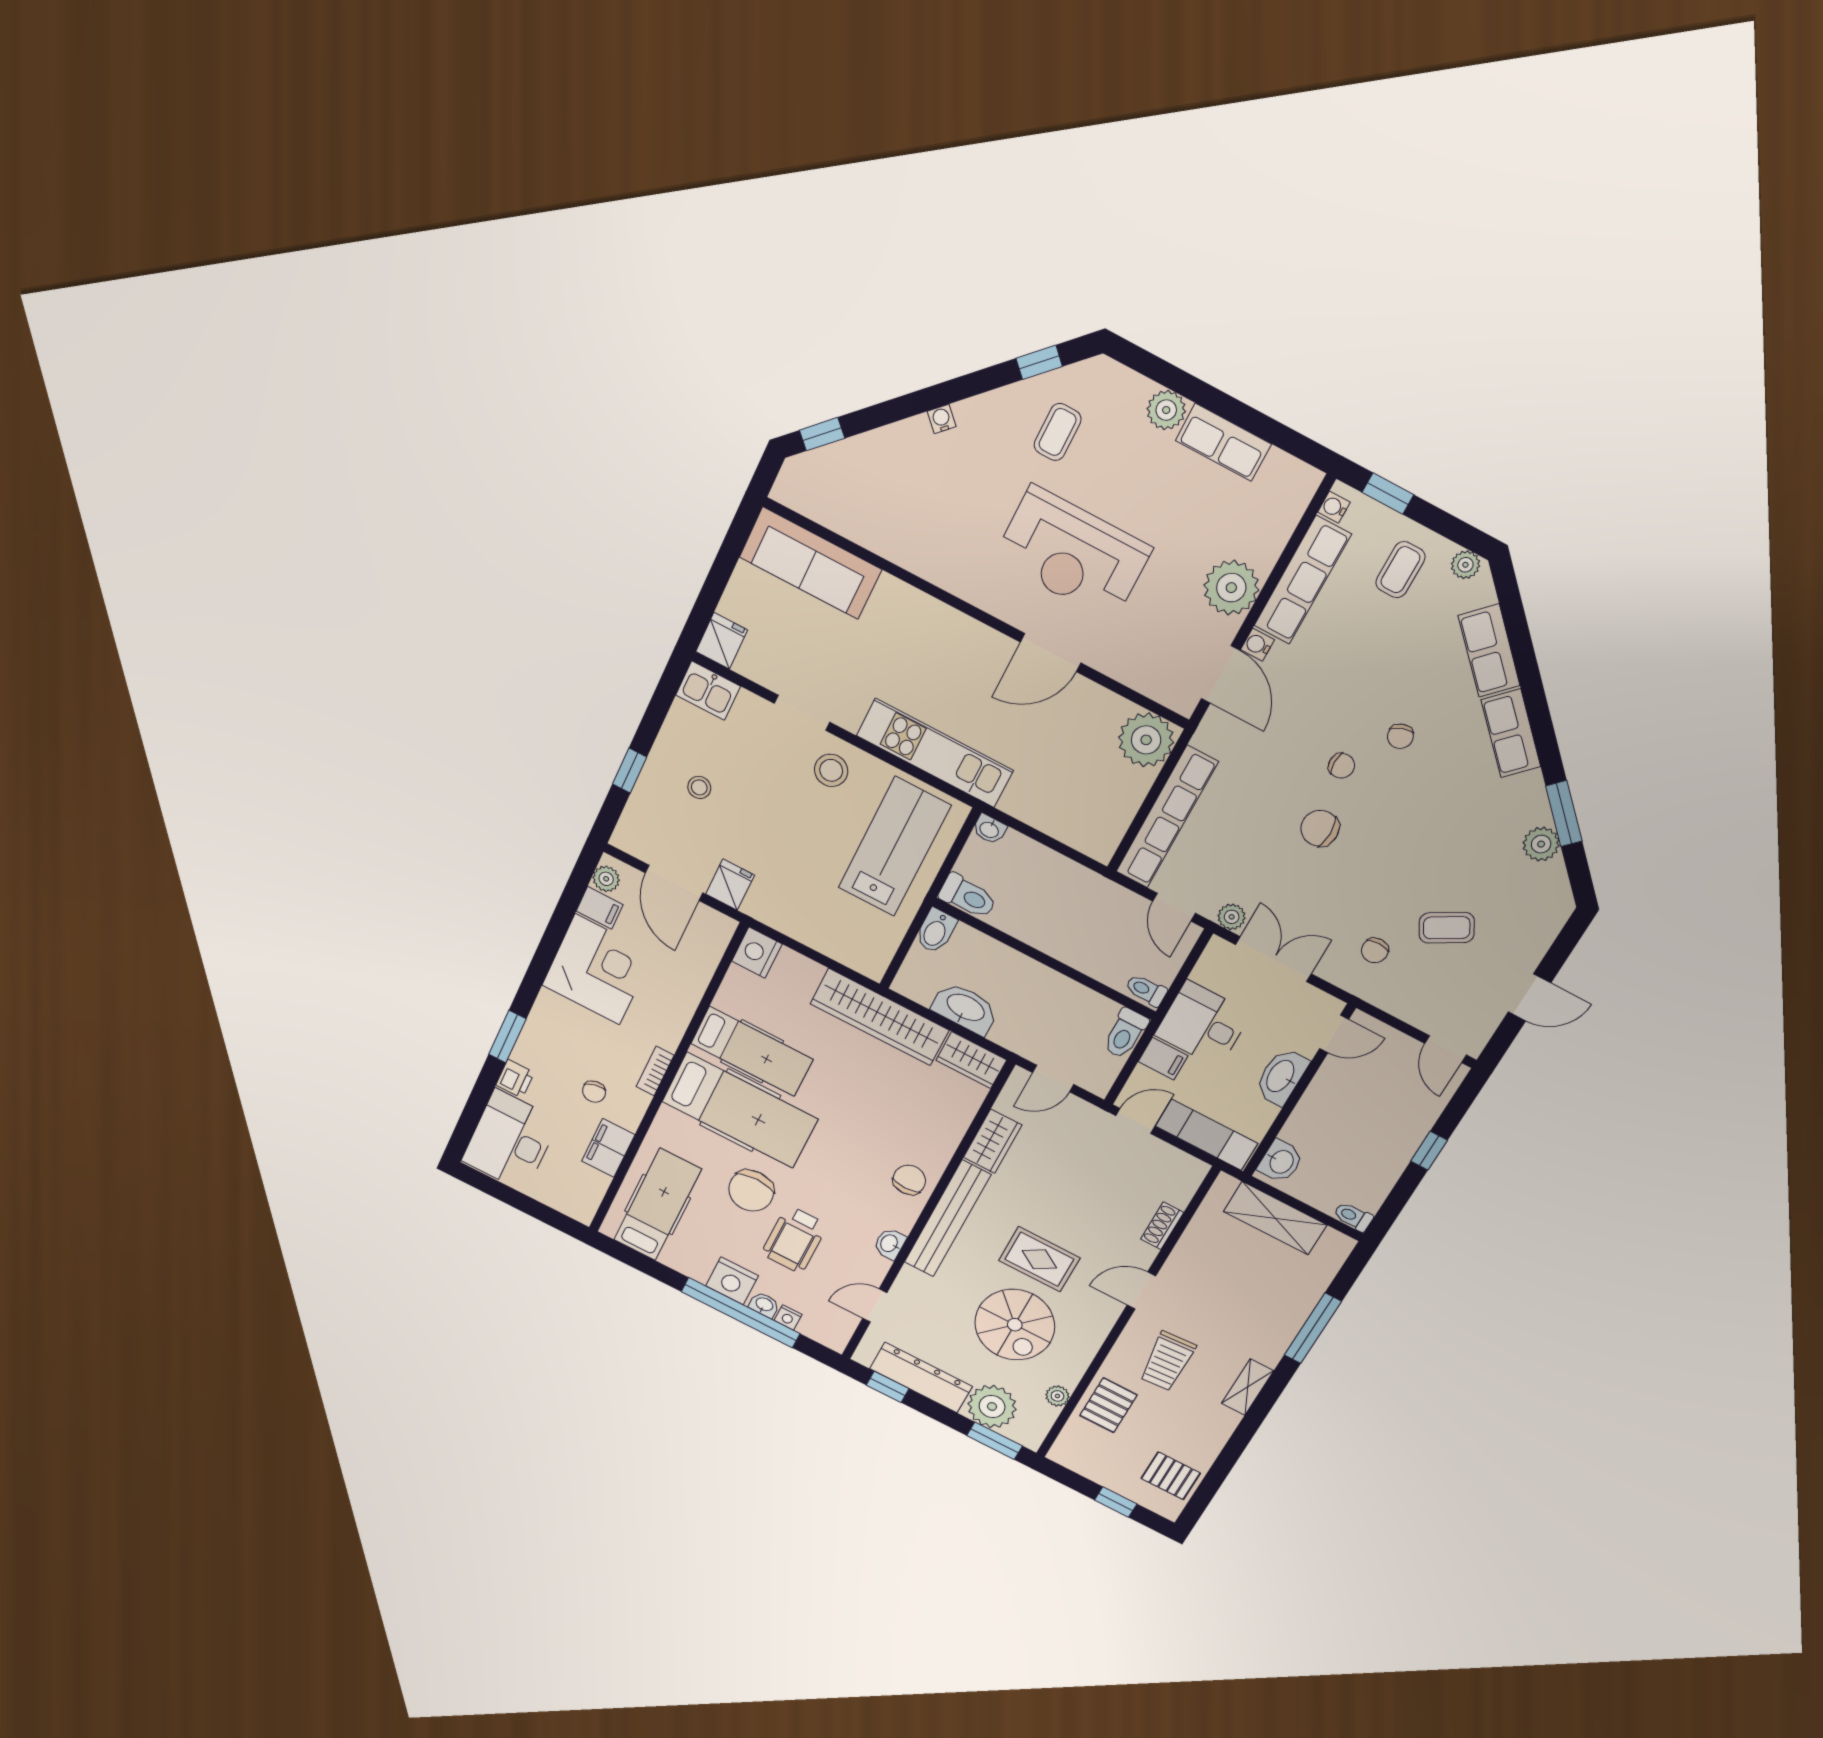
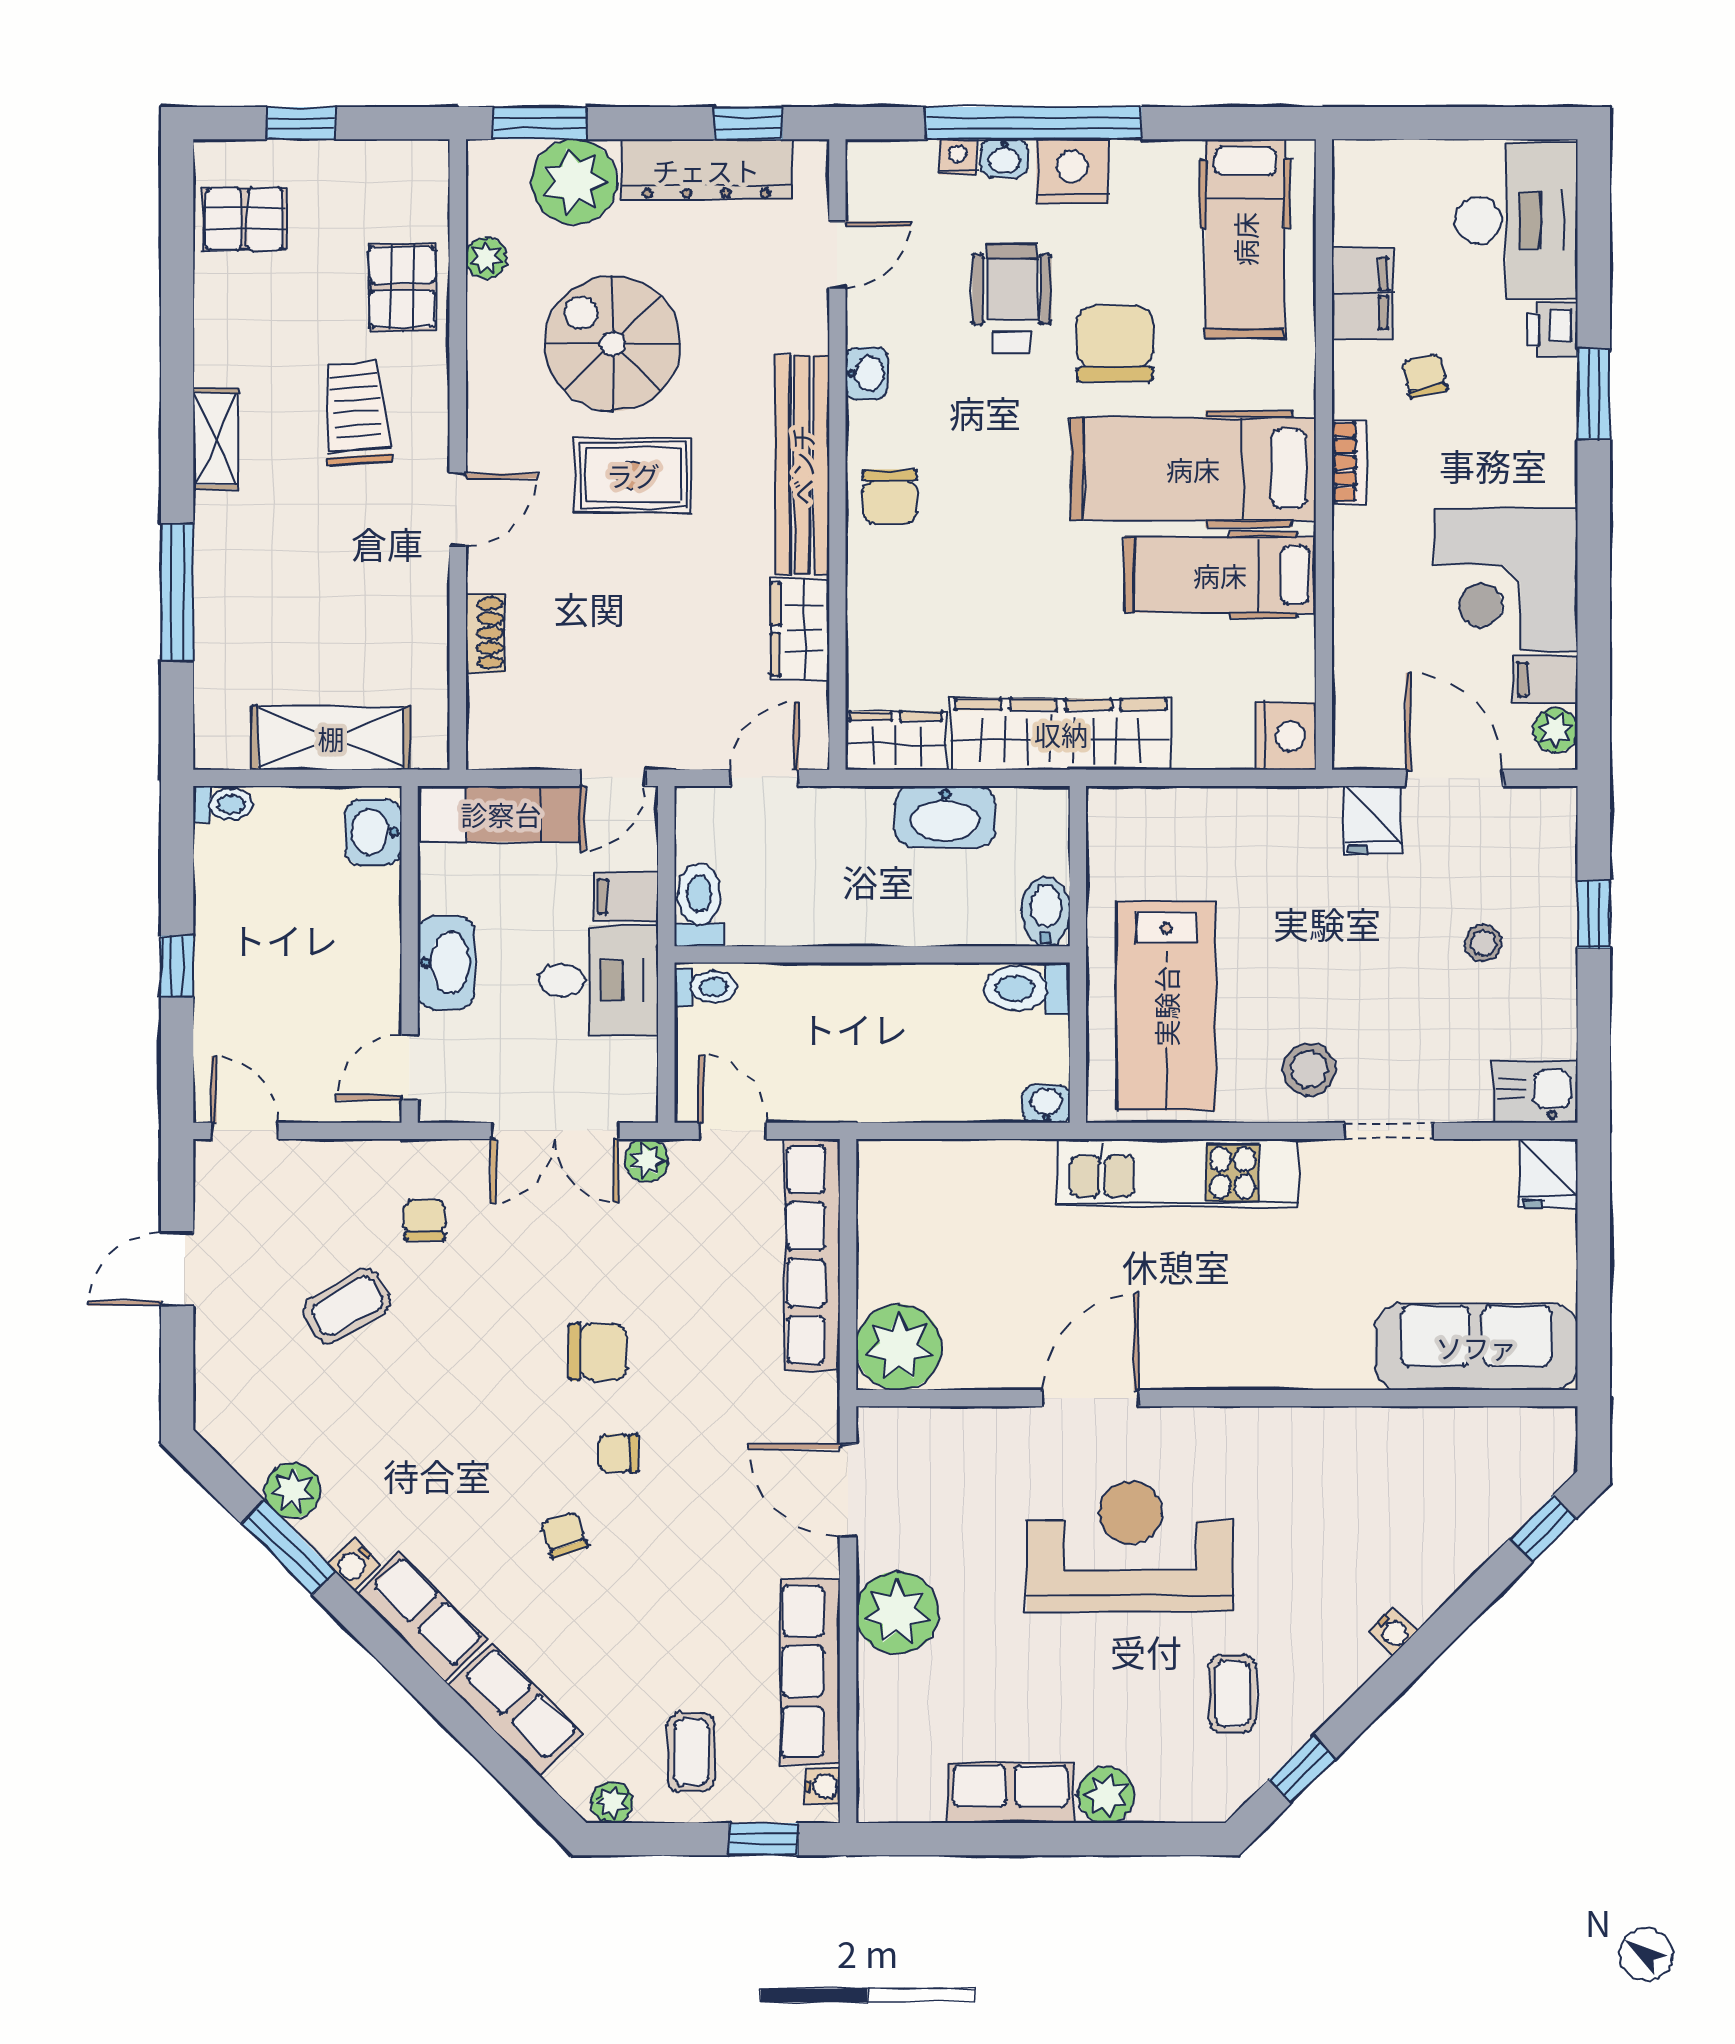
water cooler: (1257, 645) -> (354, 1564), moved, turned 135

